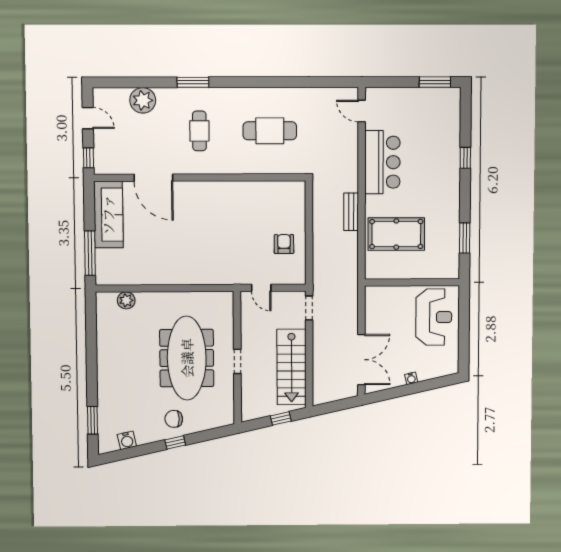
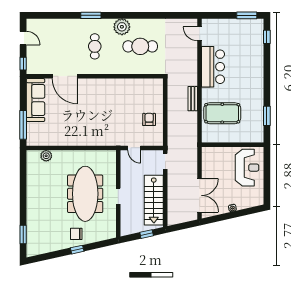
plant: (143, 100) -> (122, 27), moved
window: (465, 158) -> (267, 37), moved
water cooler: (127, 440) -> (45, 248), removed

